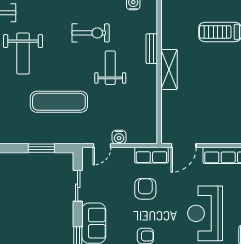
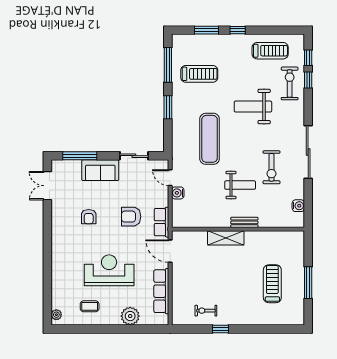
bench: (152, 49) -> (244, 222), moved
shelving: (169, 69) -> (226, 238), moved
window: (41, 148) -> (168, 107), moved
armchair: (145, 189) -> (131, 217), turned 180

